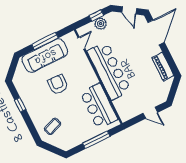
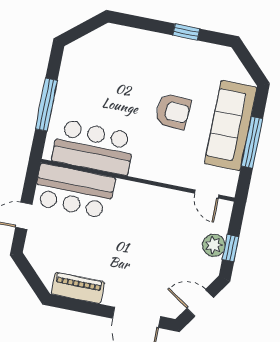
bar counter: (109, 71) -> (74, 191), moved, width x0.73
coffee table: (53, 126) -> (117, 55), removed

